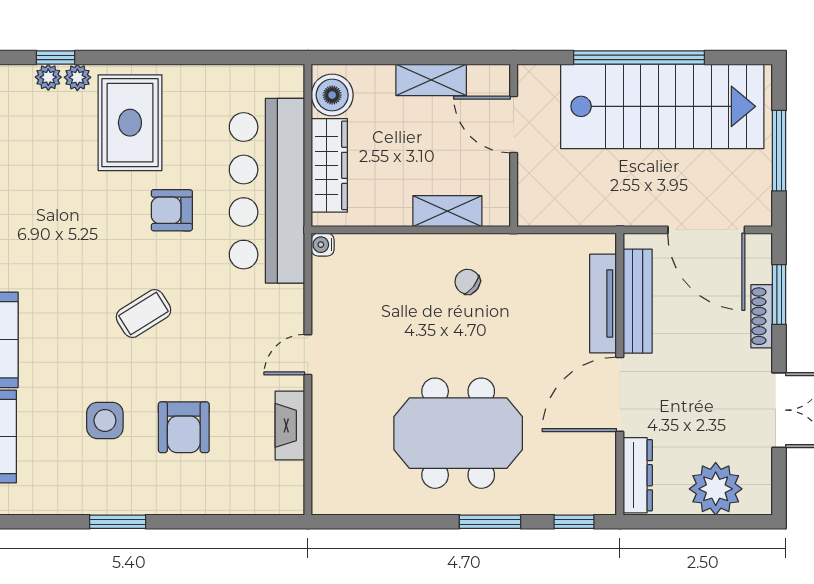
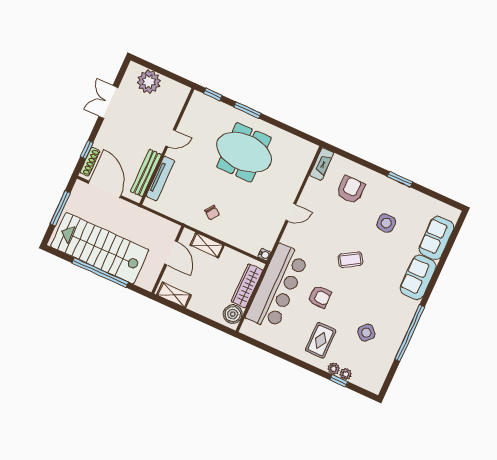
shelving: (431, 80) -> (174, 295), moved
rug: (130, 123) -> (321, 340), width x0.73, depth x0.70
door: (514, 124) -> (171, 253), moved
side table: (44, 180) -> (366, 333), added
window: (779, 294) -> (87, 149), width x0.67
shoe rack: (762, 316) -> (90, 162), moved
door: (620, 394) -> (171, 138), width x0.53
fireplace: (290, 425) -> (322, 164), moved
armchair: (184, 427) -> (351, 190), moved
dresser: (638, 475) -> (178, 102), removed

